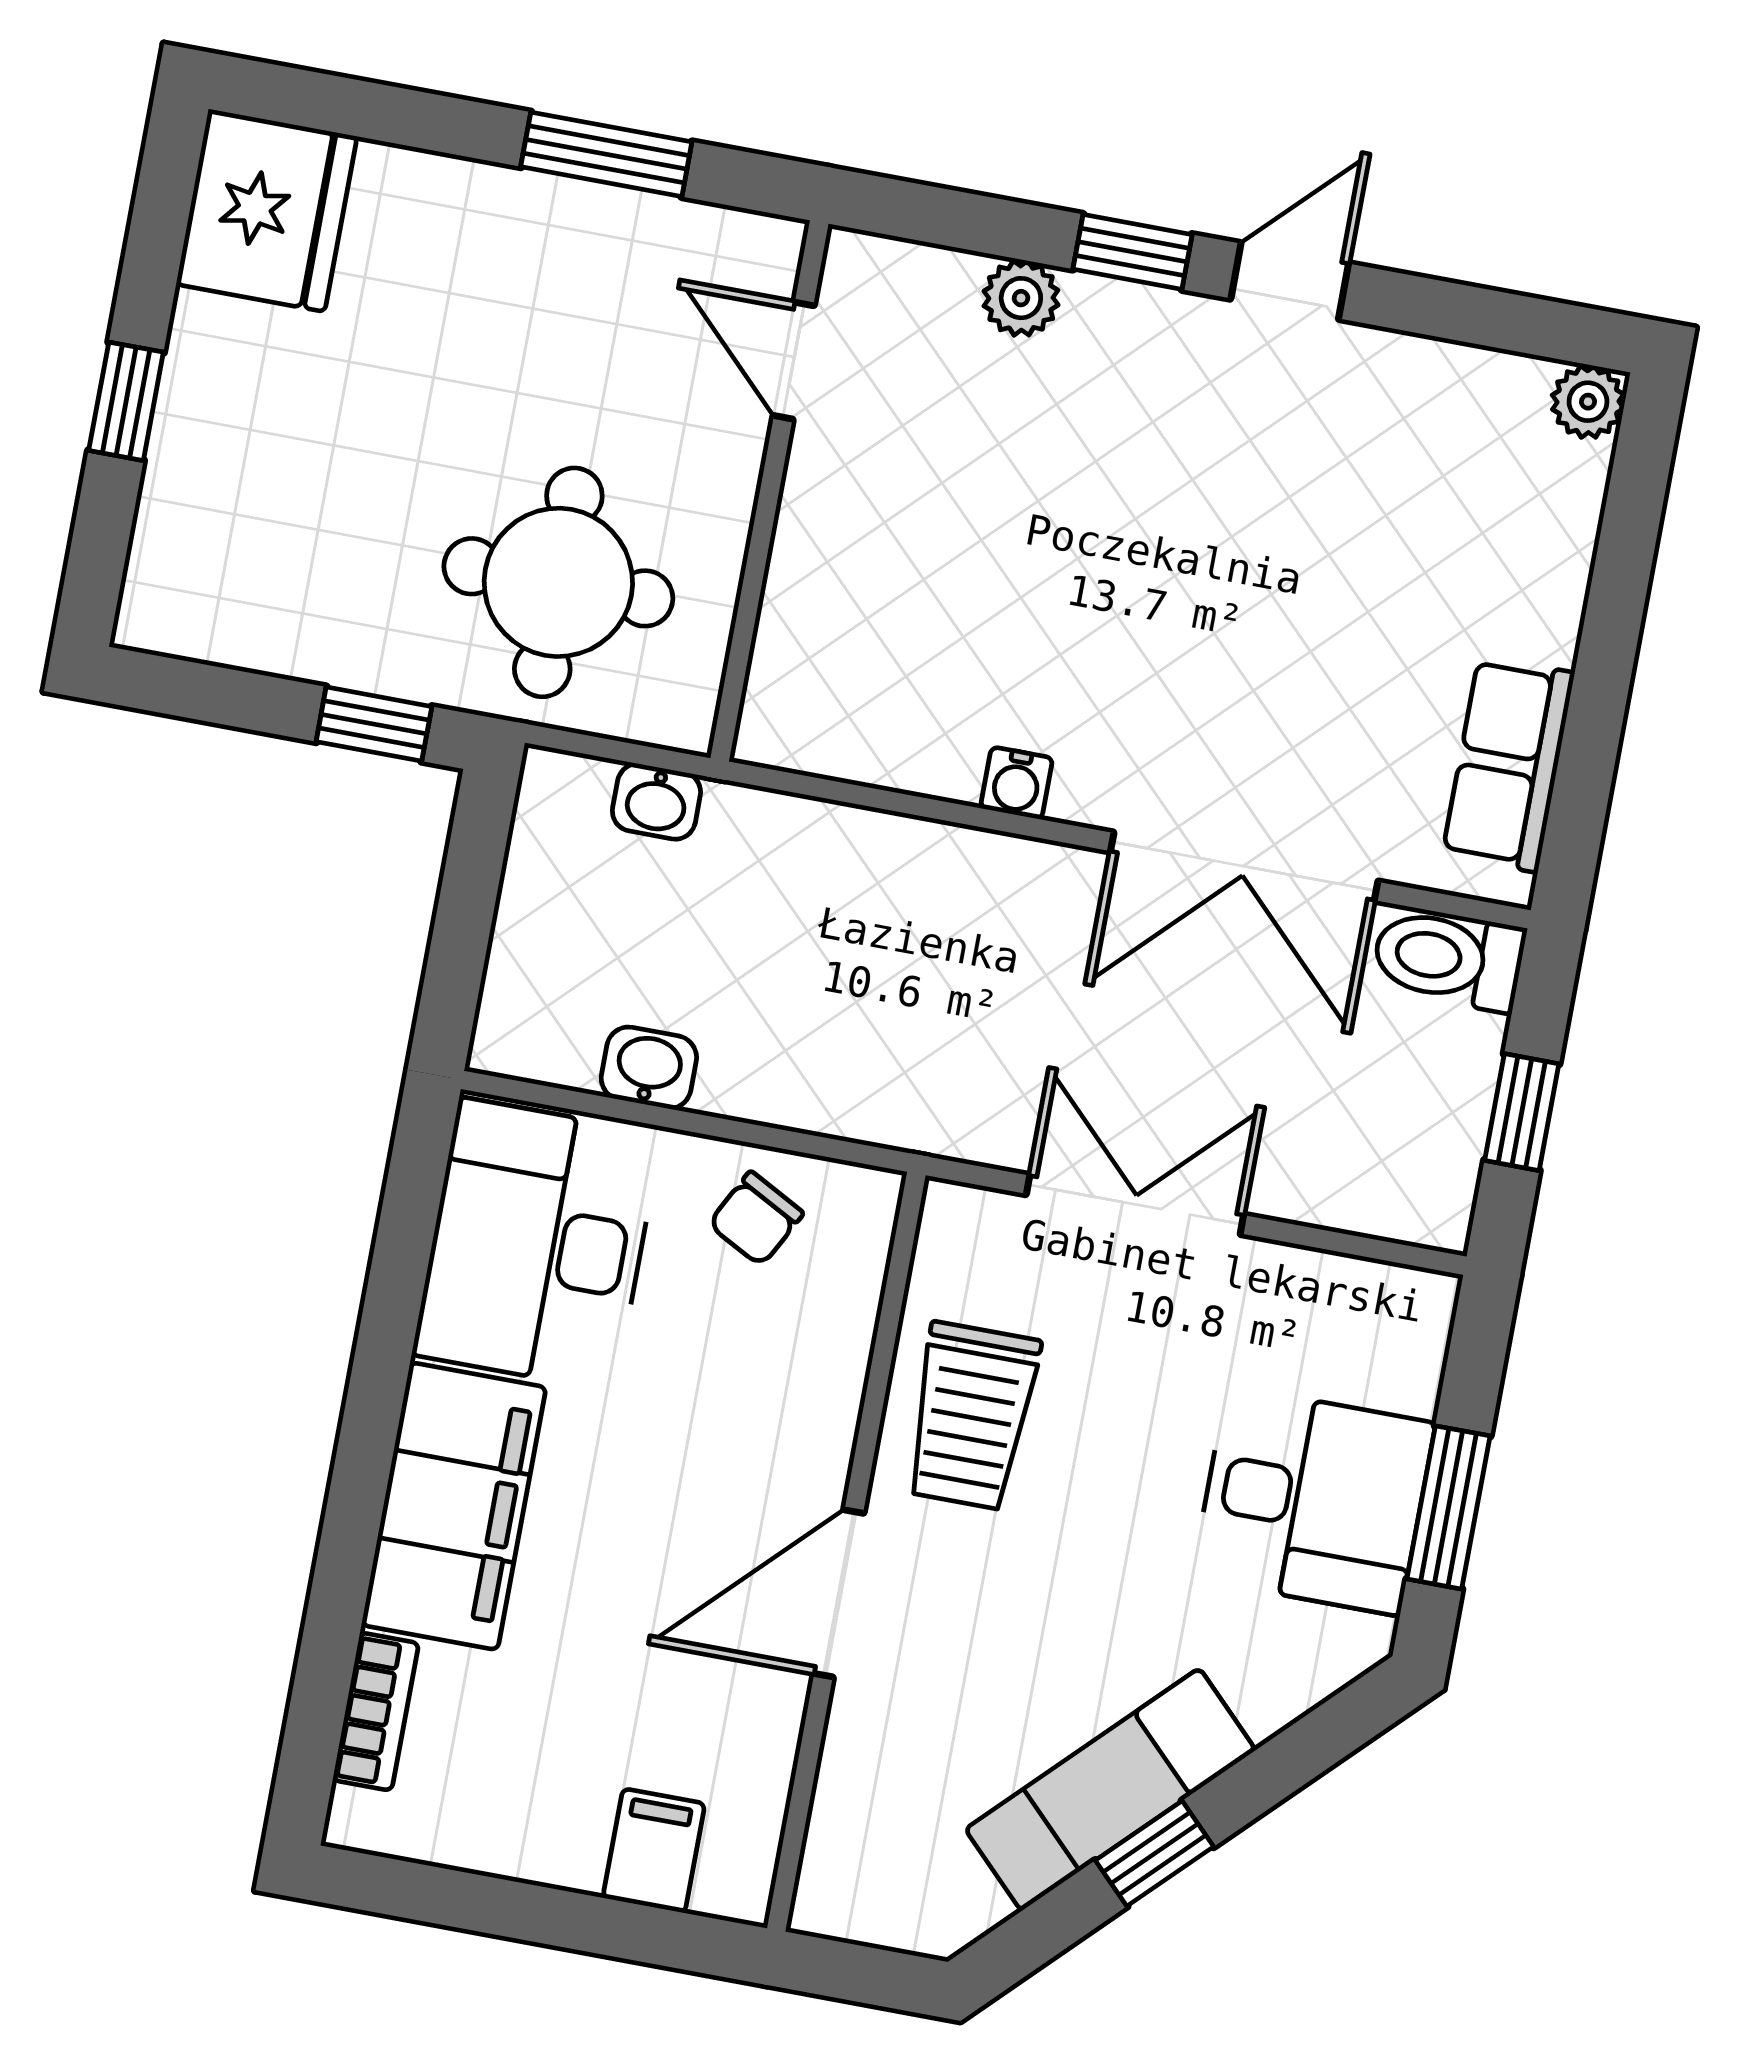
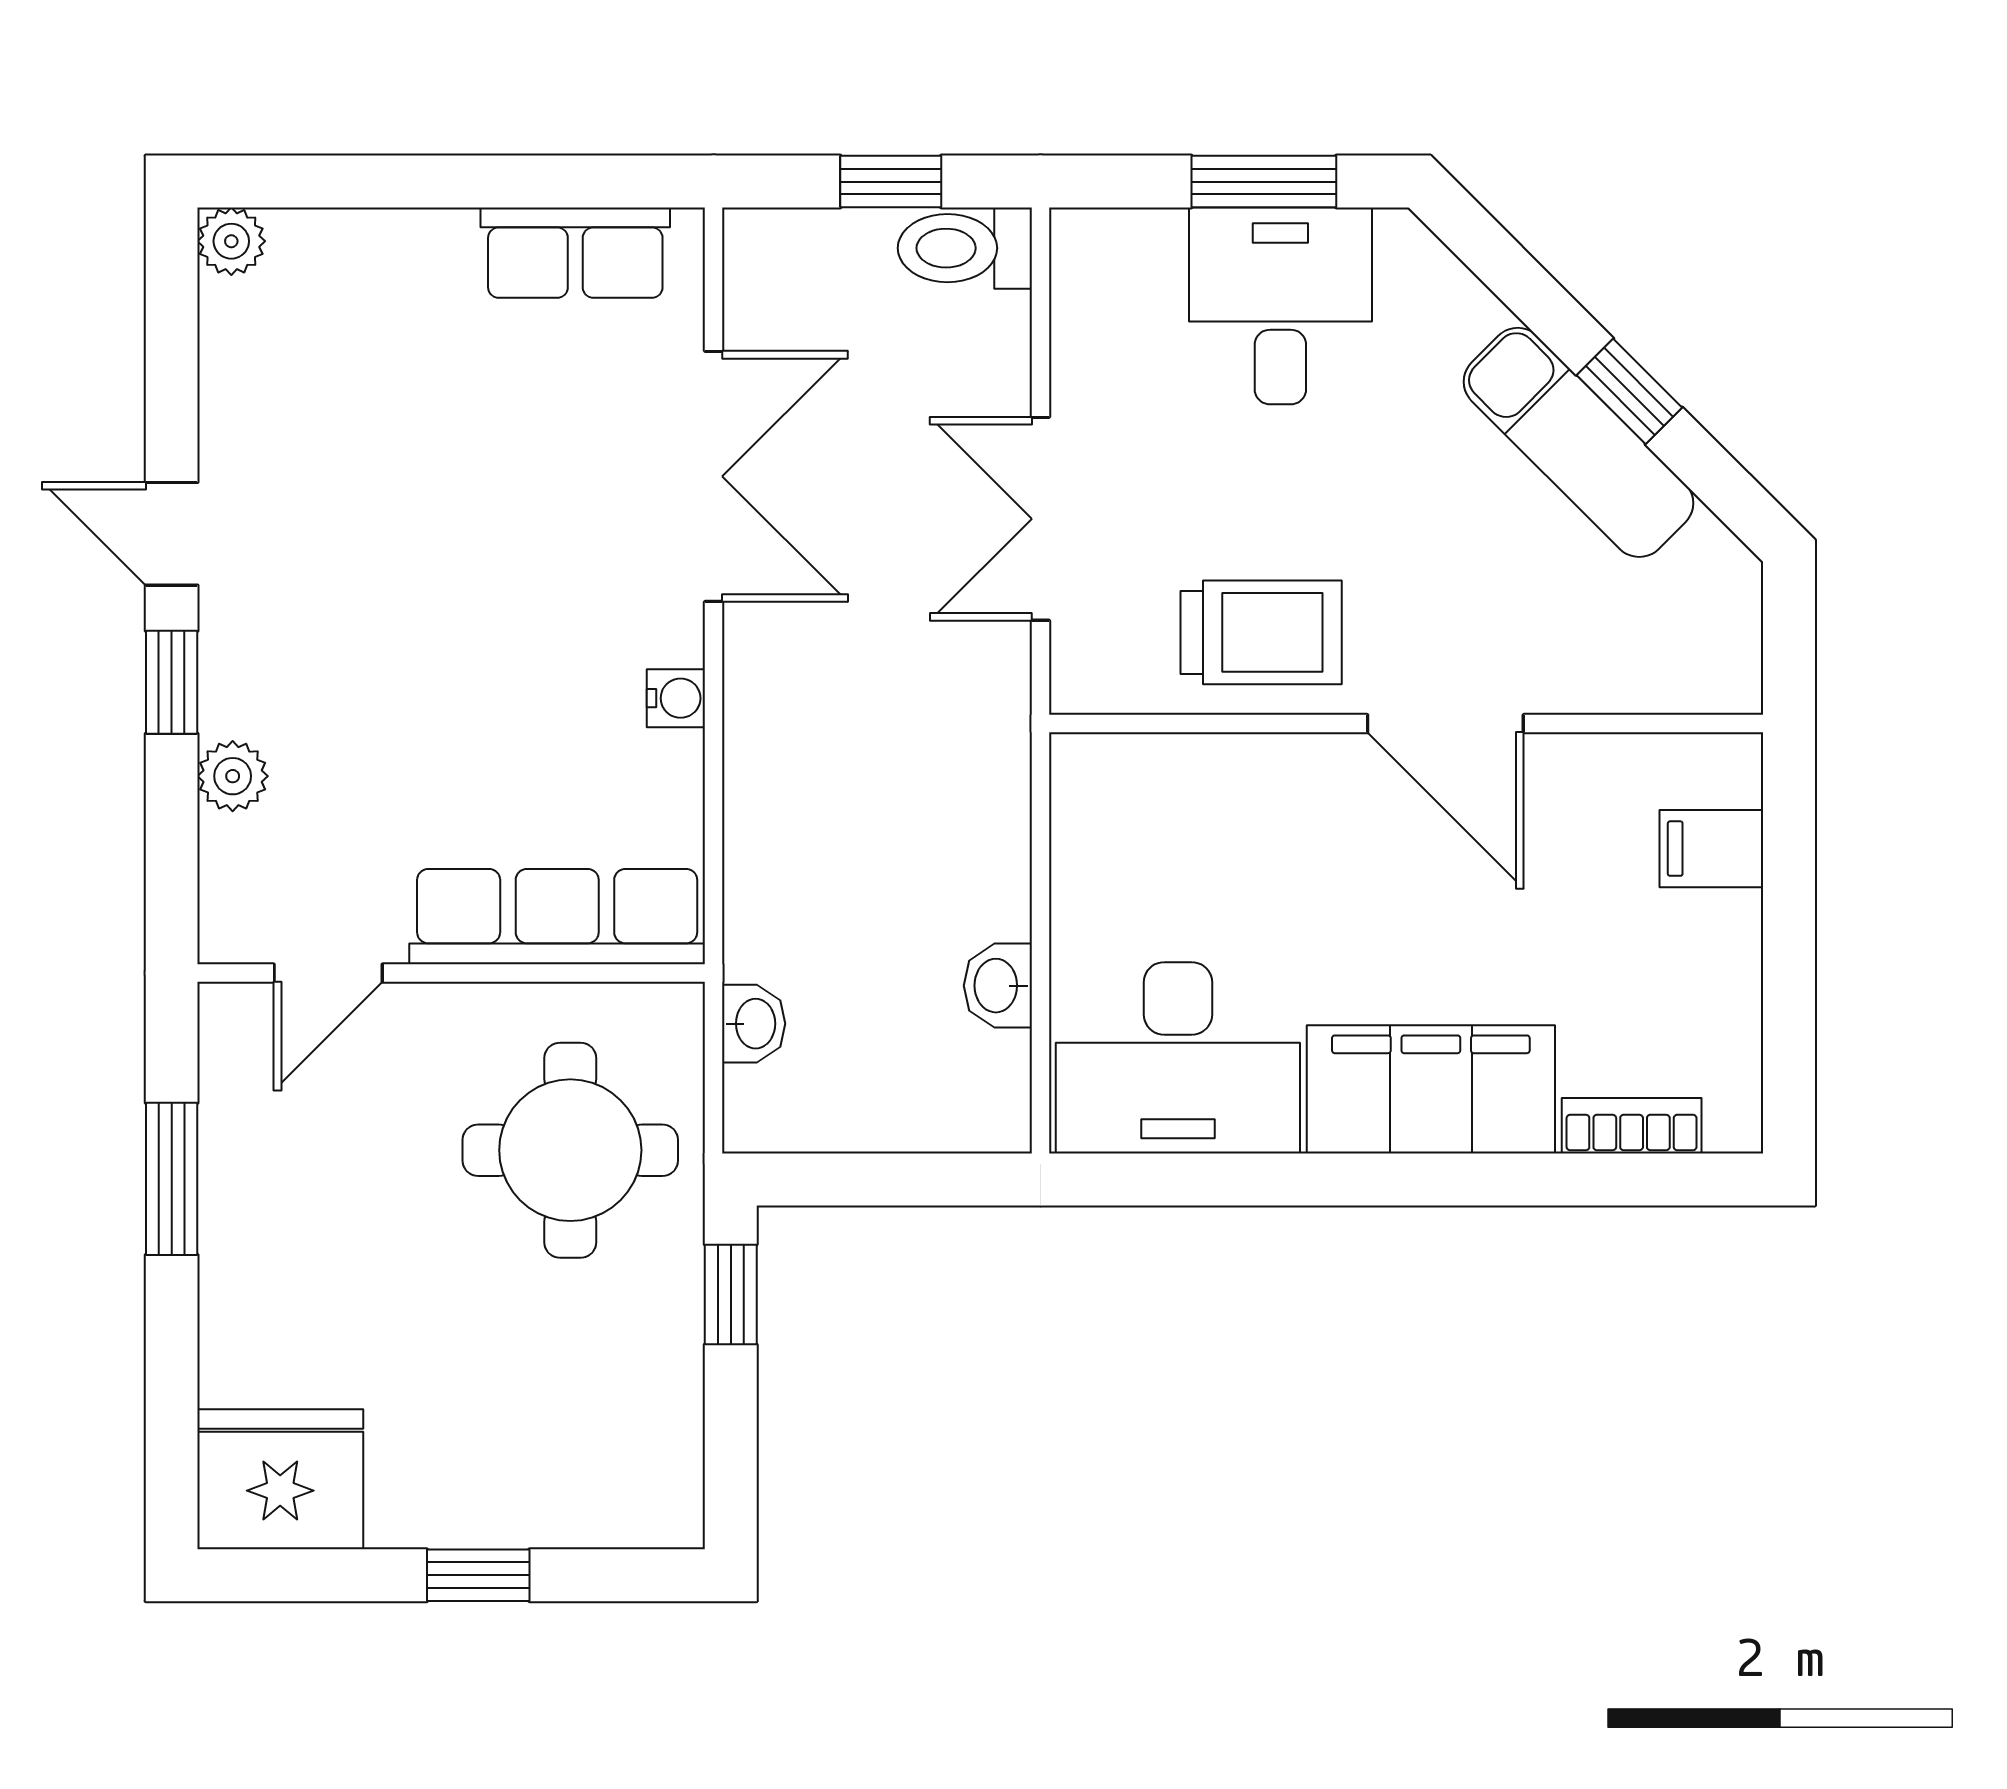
row of seats: (808, 614) -> (557, 917), added
toilet: (1448, 958) -> (965, 248), moved, turned 90
chair: (756, 1219) -> (1117, 862), removed

